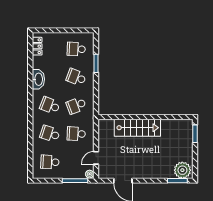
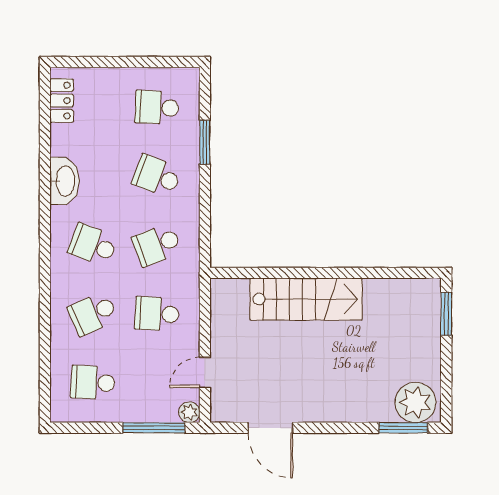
school desk: (50, 134) -> (93, 314), turned -42

